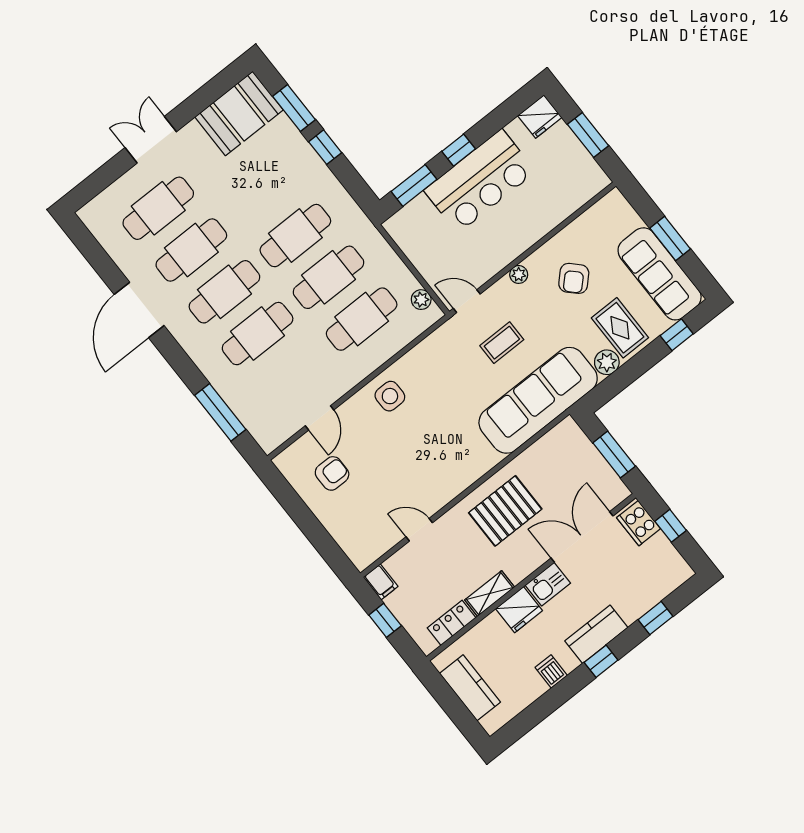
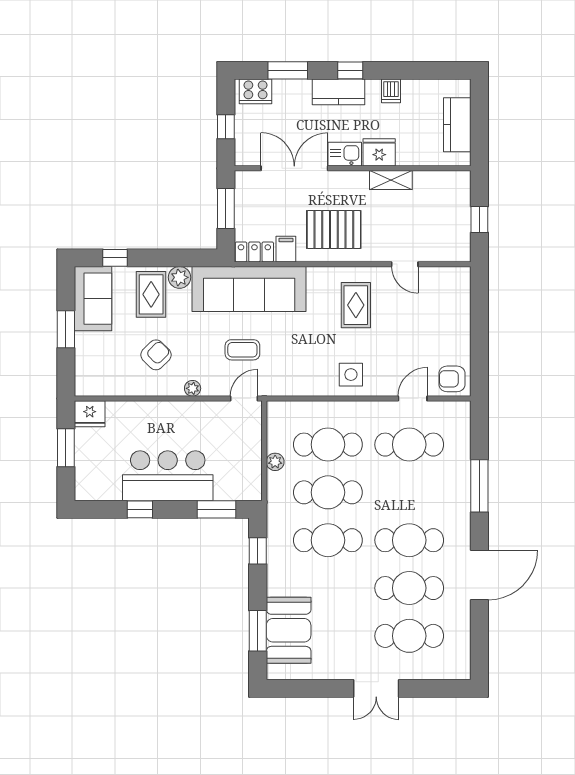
booth: (239, 113) -> (289, 630), moved, turned 90
fridge: (540, 117) -> (90, 414), moved, turned 180
window: (325, 147) -> (258, 551), moved
window: (459, 150) -> (140, 509), moved
sofa: (660, 274) -> (93, 299), width x0.73
plant: (421, 300) -> (275, 462), moved
door: (467, 301) -> (244, 398), swing flipped
cafe table: (258, 334) -> (409, 445), moved
window: (220, 412) -> (479, 486), moved
rug: (434, 460) -> (356, 305), added
armchair: (332, 473) -> (452, 379), moved
cooker: (639, 523) -> (256, 91), moved, turned 90
double door: (582, 537) -> (294, 168), swing flipped
filing cabinet: (381, 582) -> (286, 249), moved
window: (656, 618) -> (288, 70), width x1.50
locker: (452, 623) -> (254, 252), moved, turned 180

